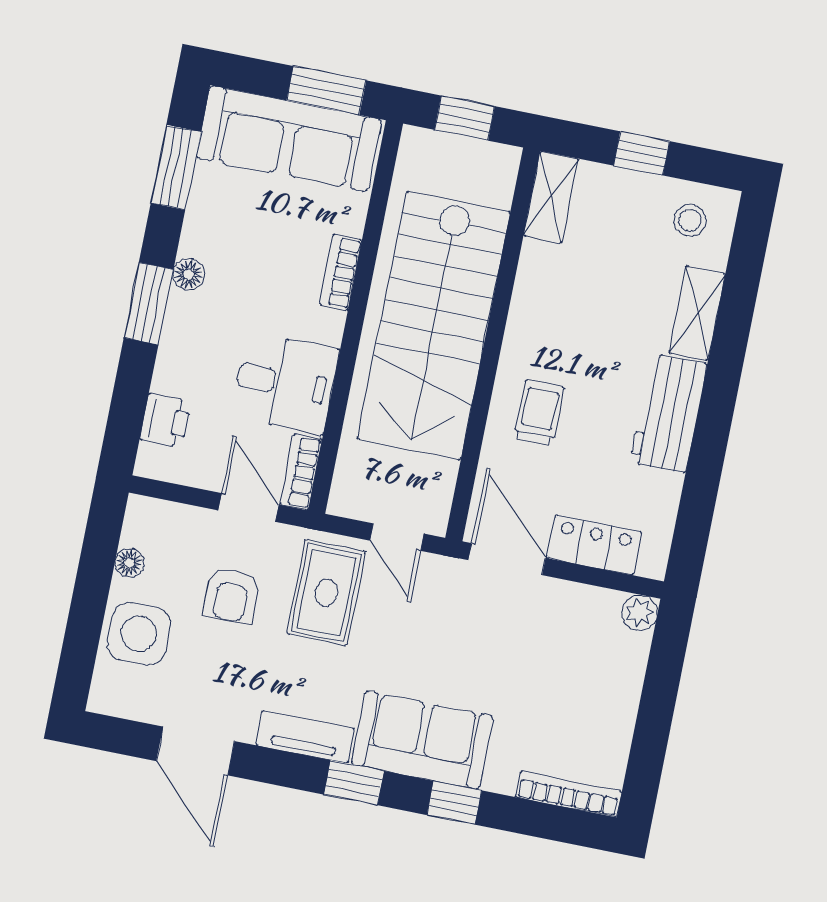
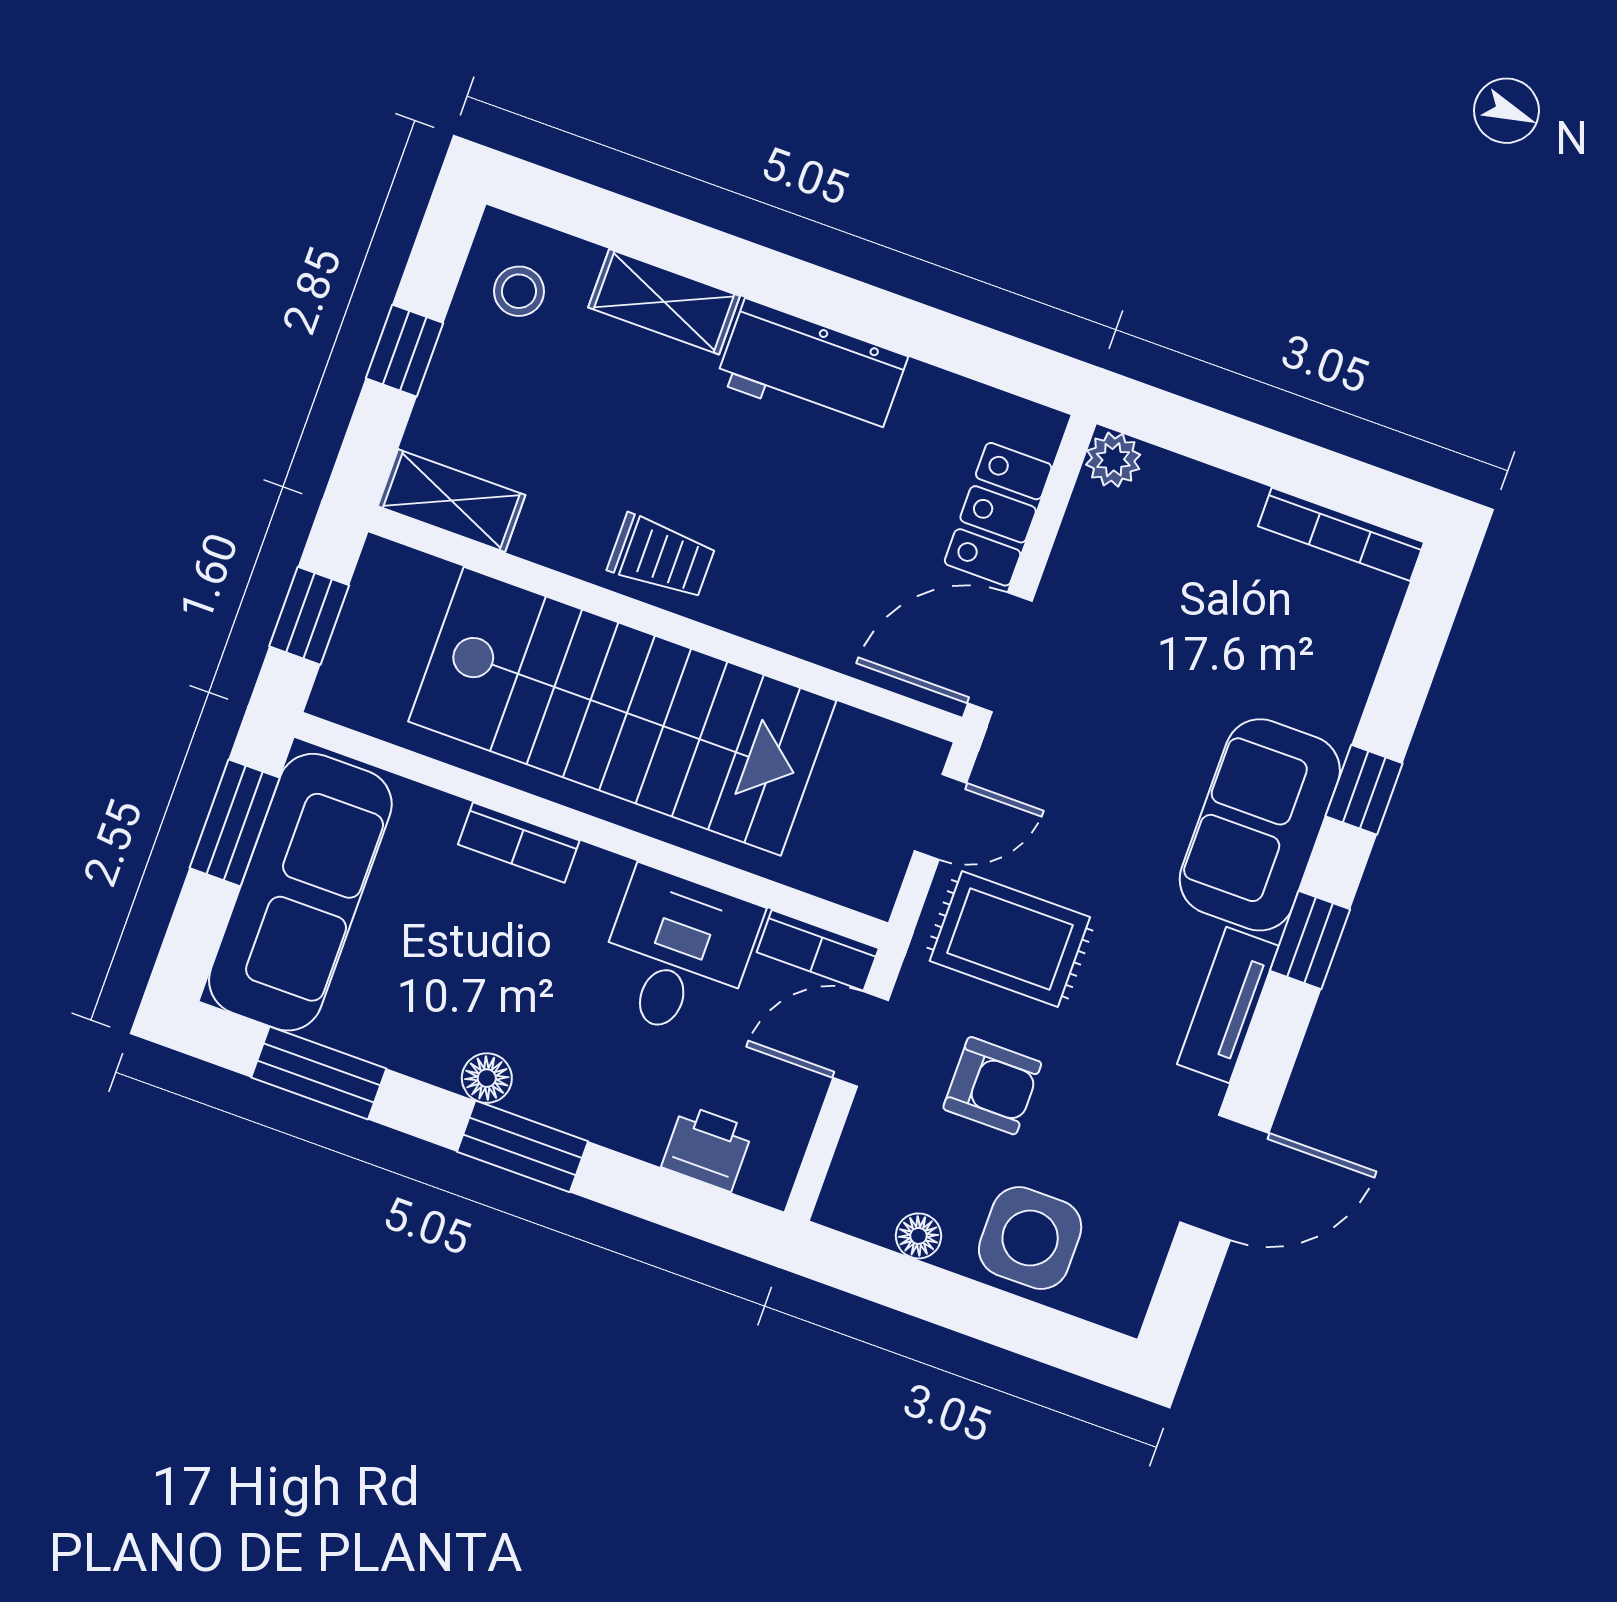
trolley: (539, 413) -> (662, 557), moved, turned 180
bookcase: (569, 794) -> (1341, 534), moved, turned -90

